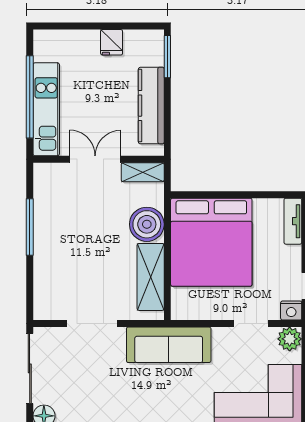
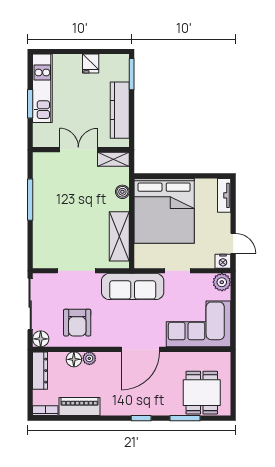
window: (30, 97) -> (30, 104), width x0.47
kitchen unit: (46, 109) -> (42, 88), moved
boiler: (147, 224) -> (122, 192), width x0.54, depth x0.54
doorway: (251, 324) -> (177, 271), moved
armchair: (94, 394) -> (77, 323), added

